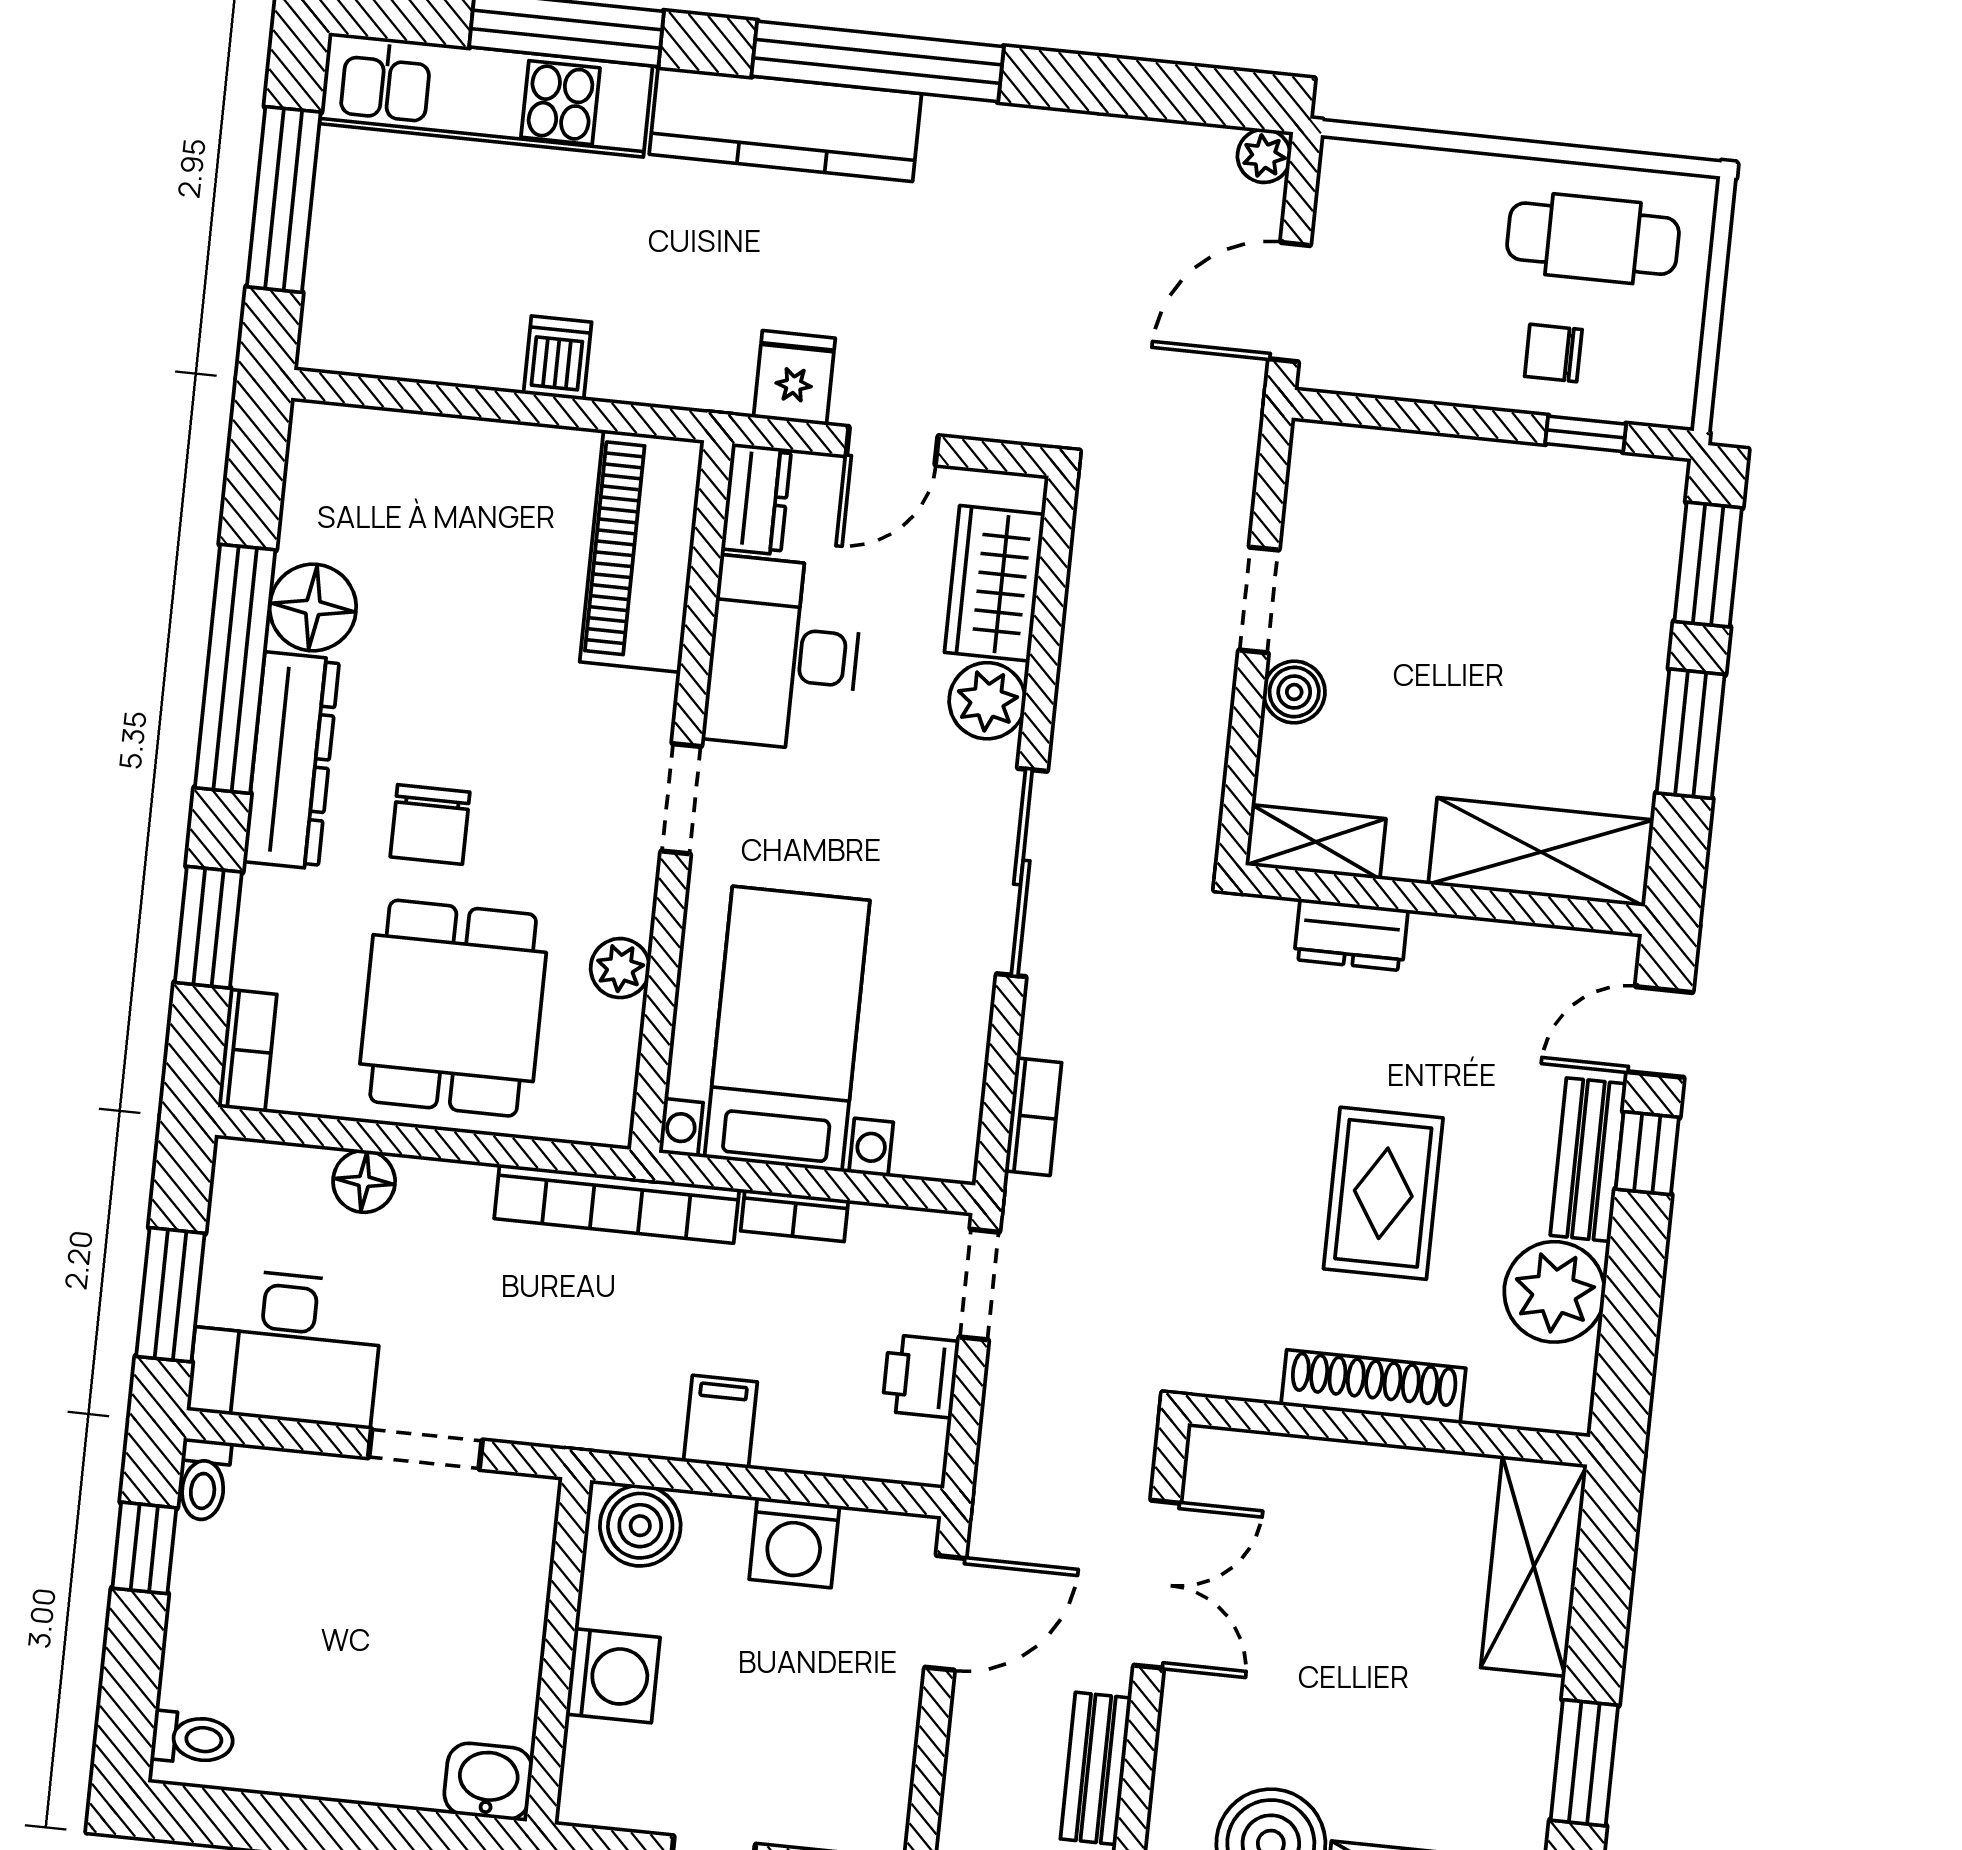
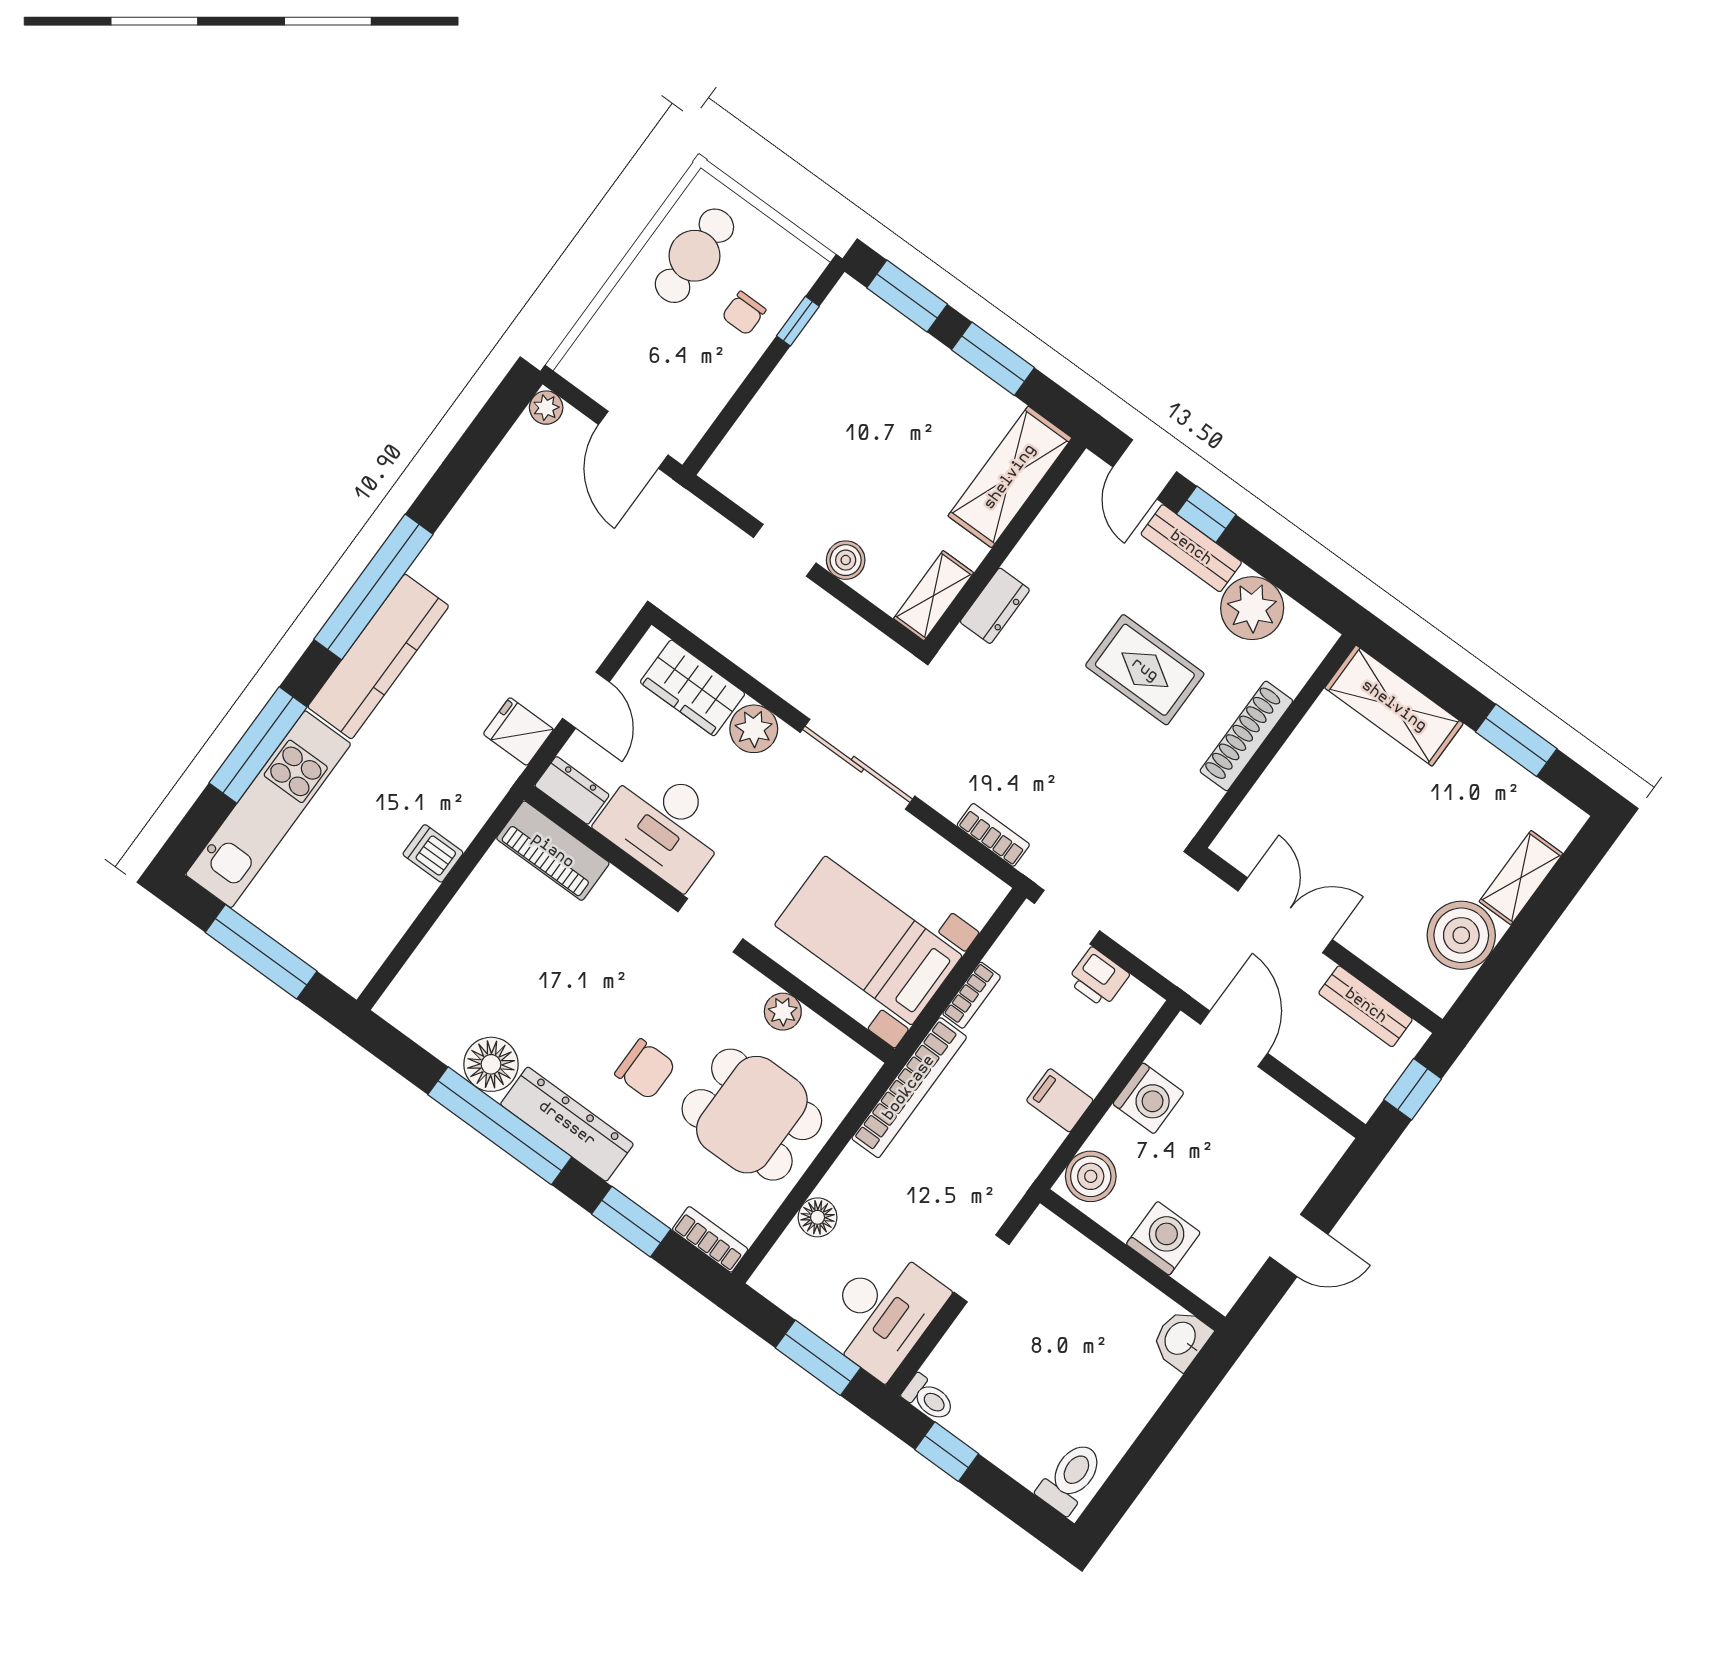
piano: (642, 551) -> (553, 851), width x0.73, depth x0.75
toilet: (193, 1738) -> (1071, 1478), width x1.37, depth x1.39

